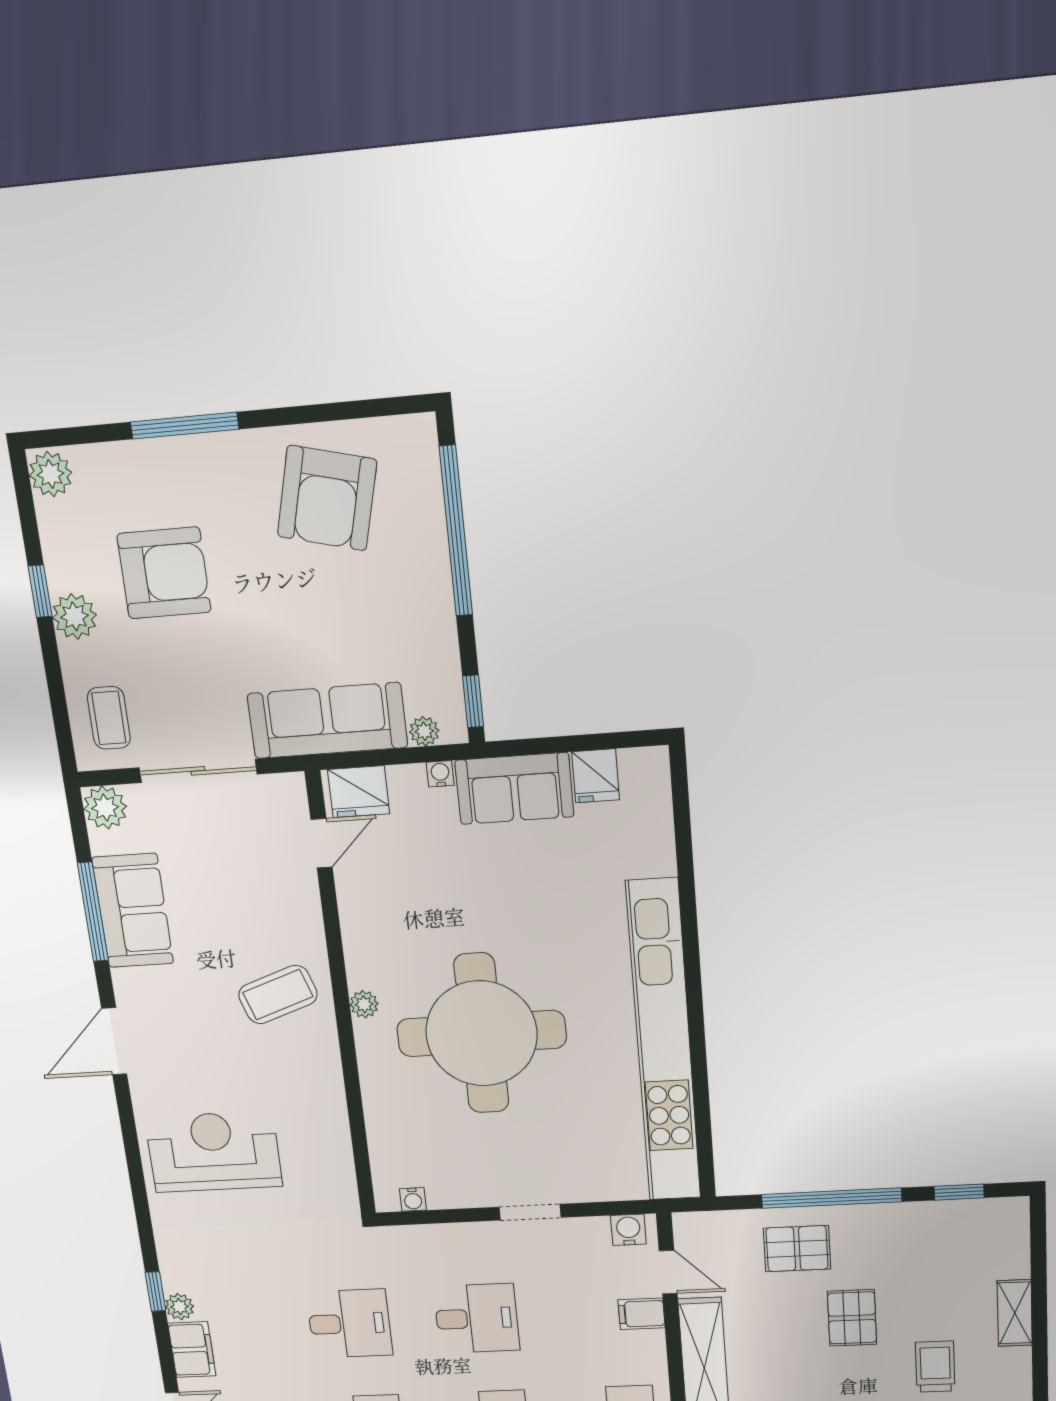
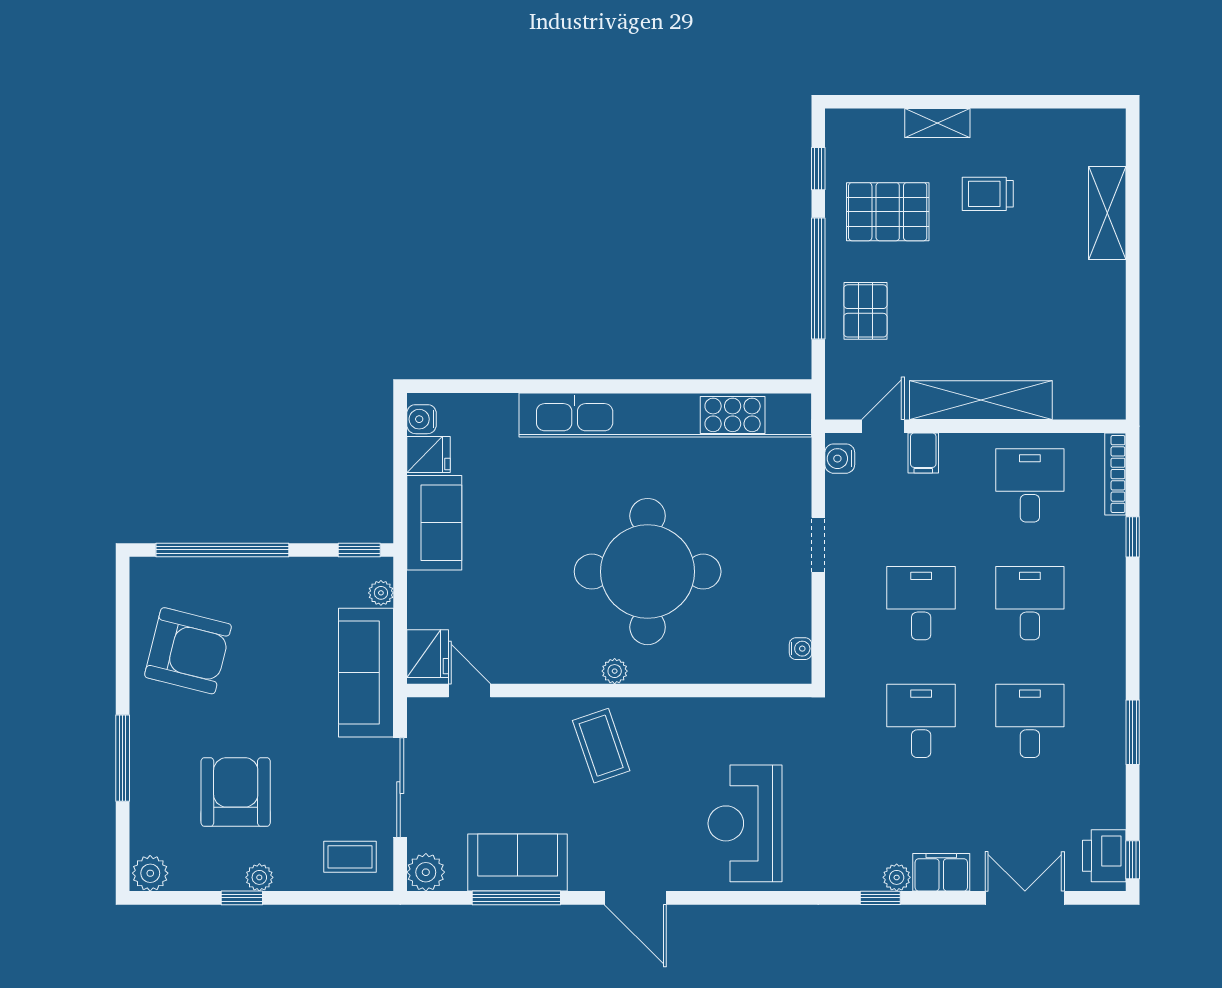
plant: (74, 616) -> (259, 877), width x0.73, depth x0.73
water cooler: (440, 774) -> (422, 419), moved, width x1.38, depth x1.38
pallet: (852, 1318) -> (888, 212), moved, width x1.50, depth x1.42

